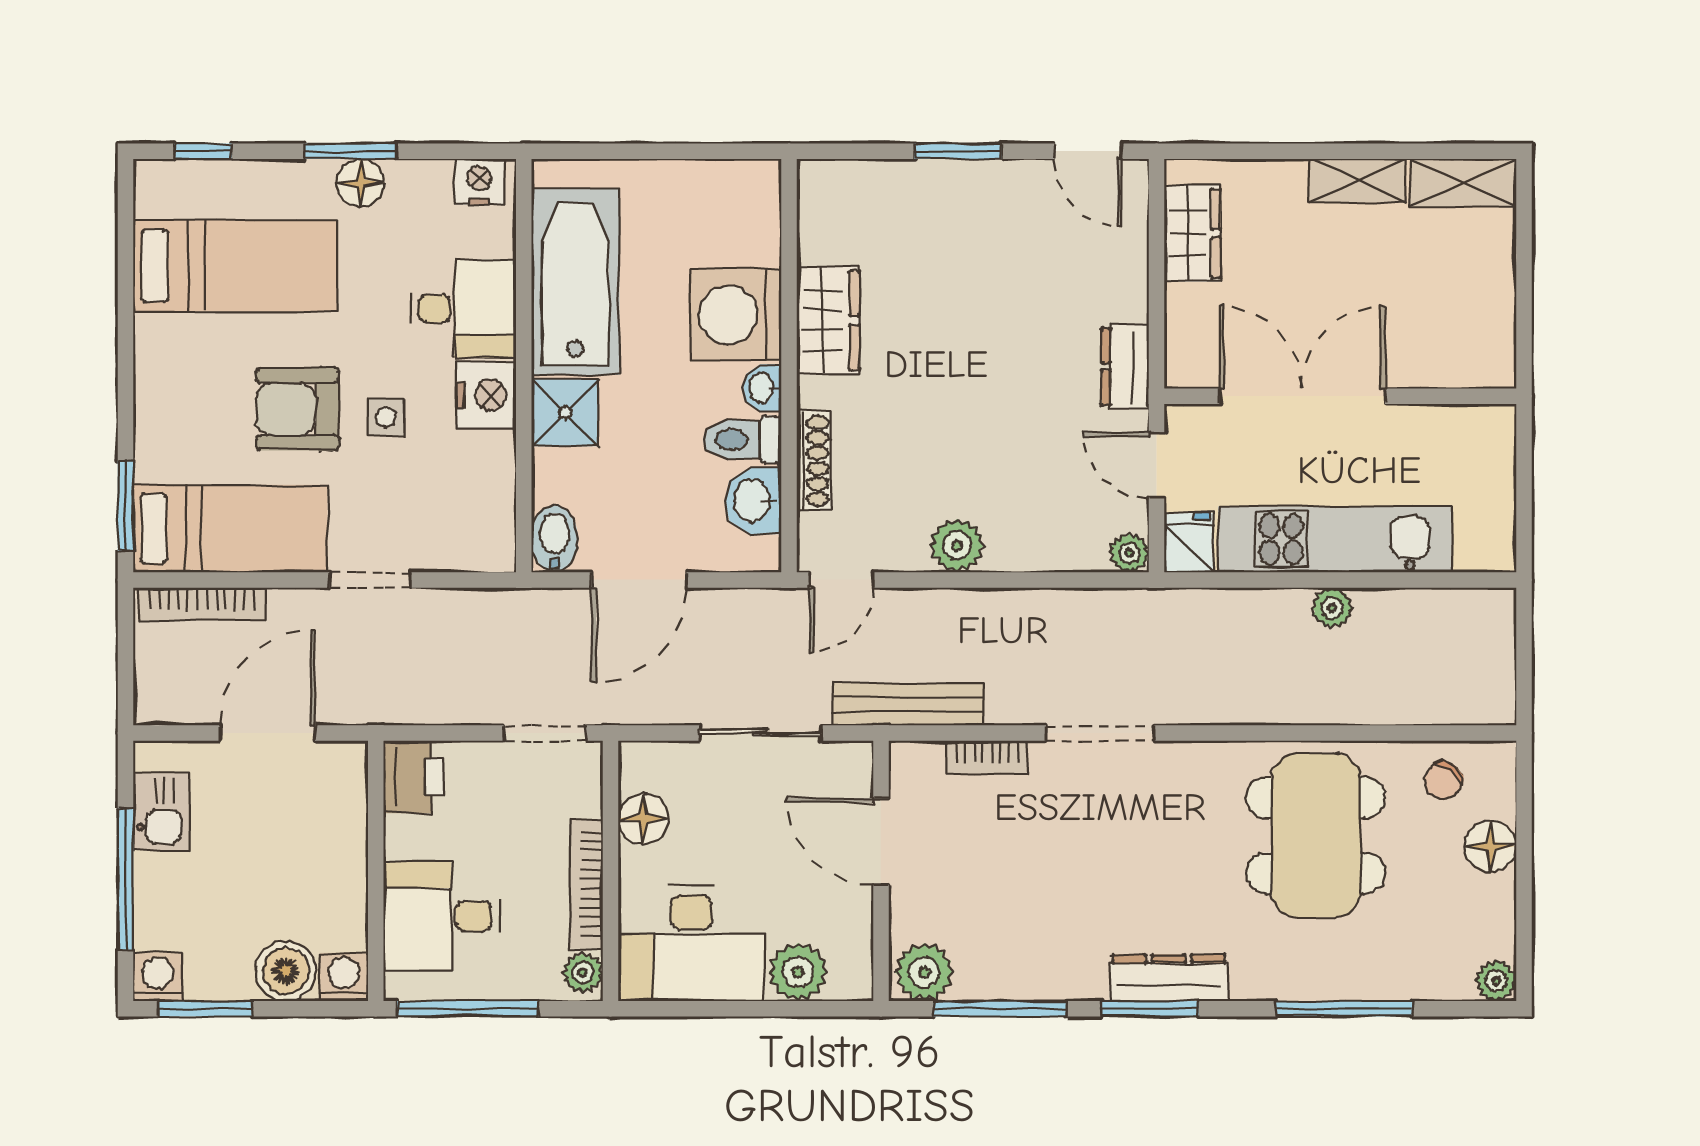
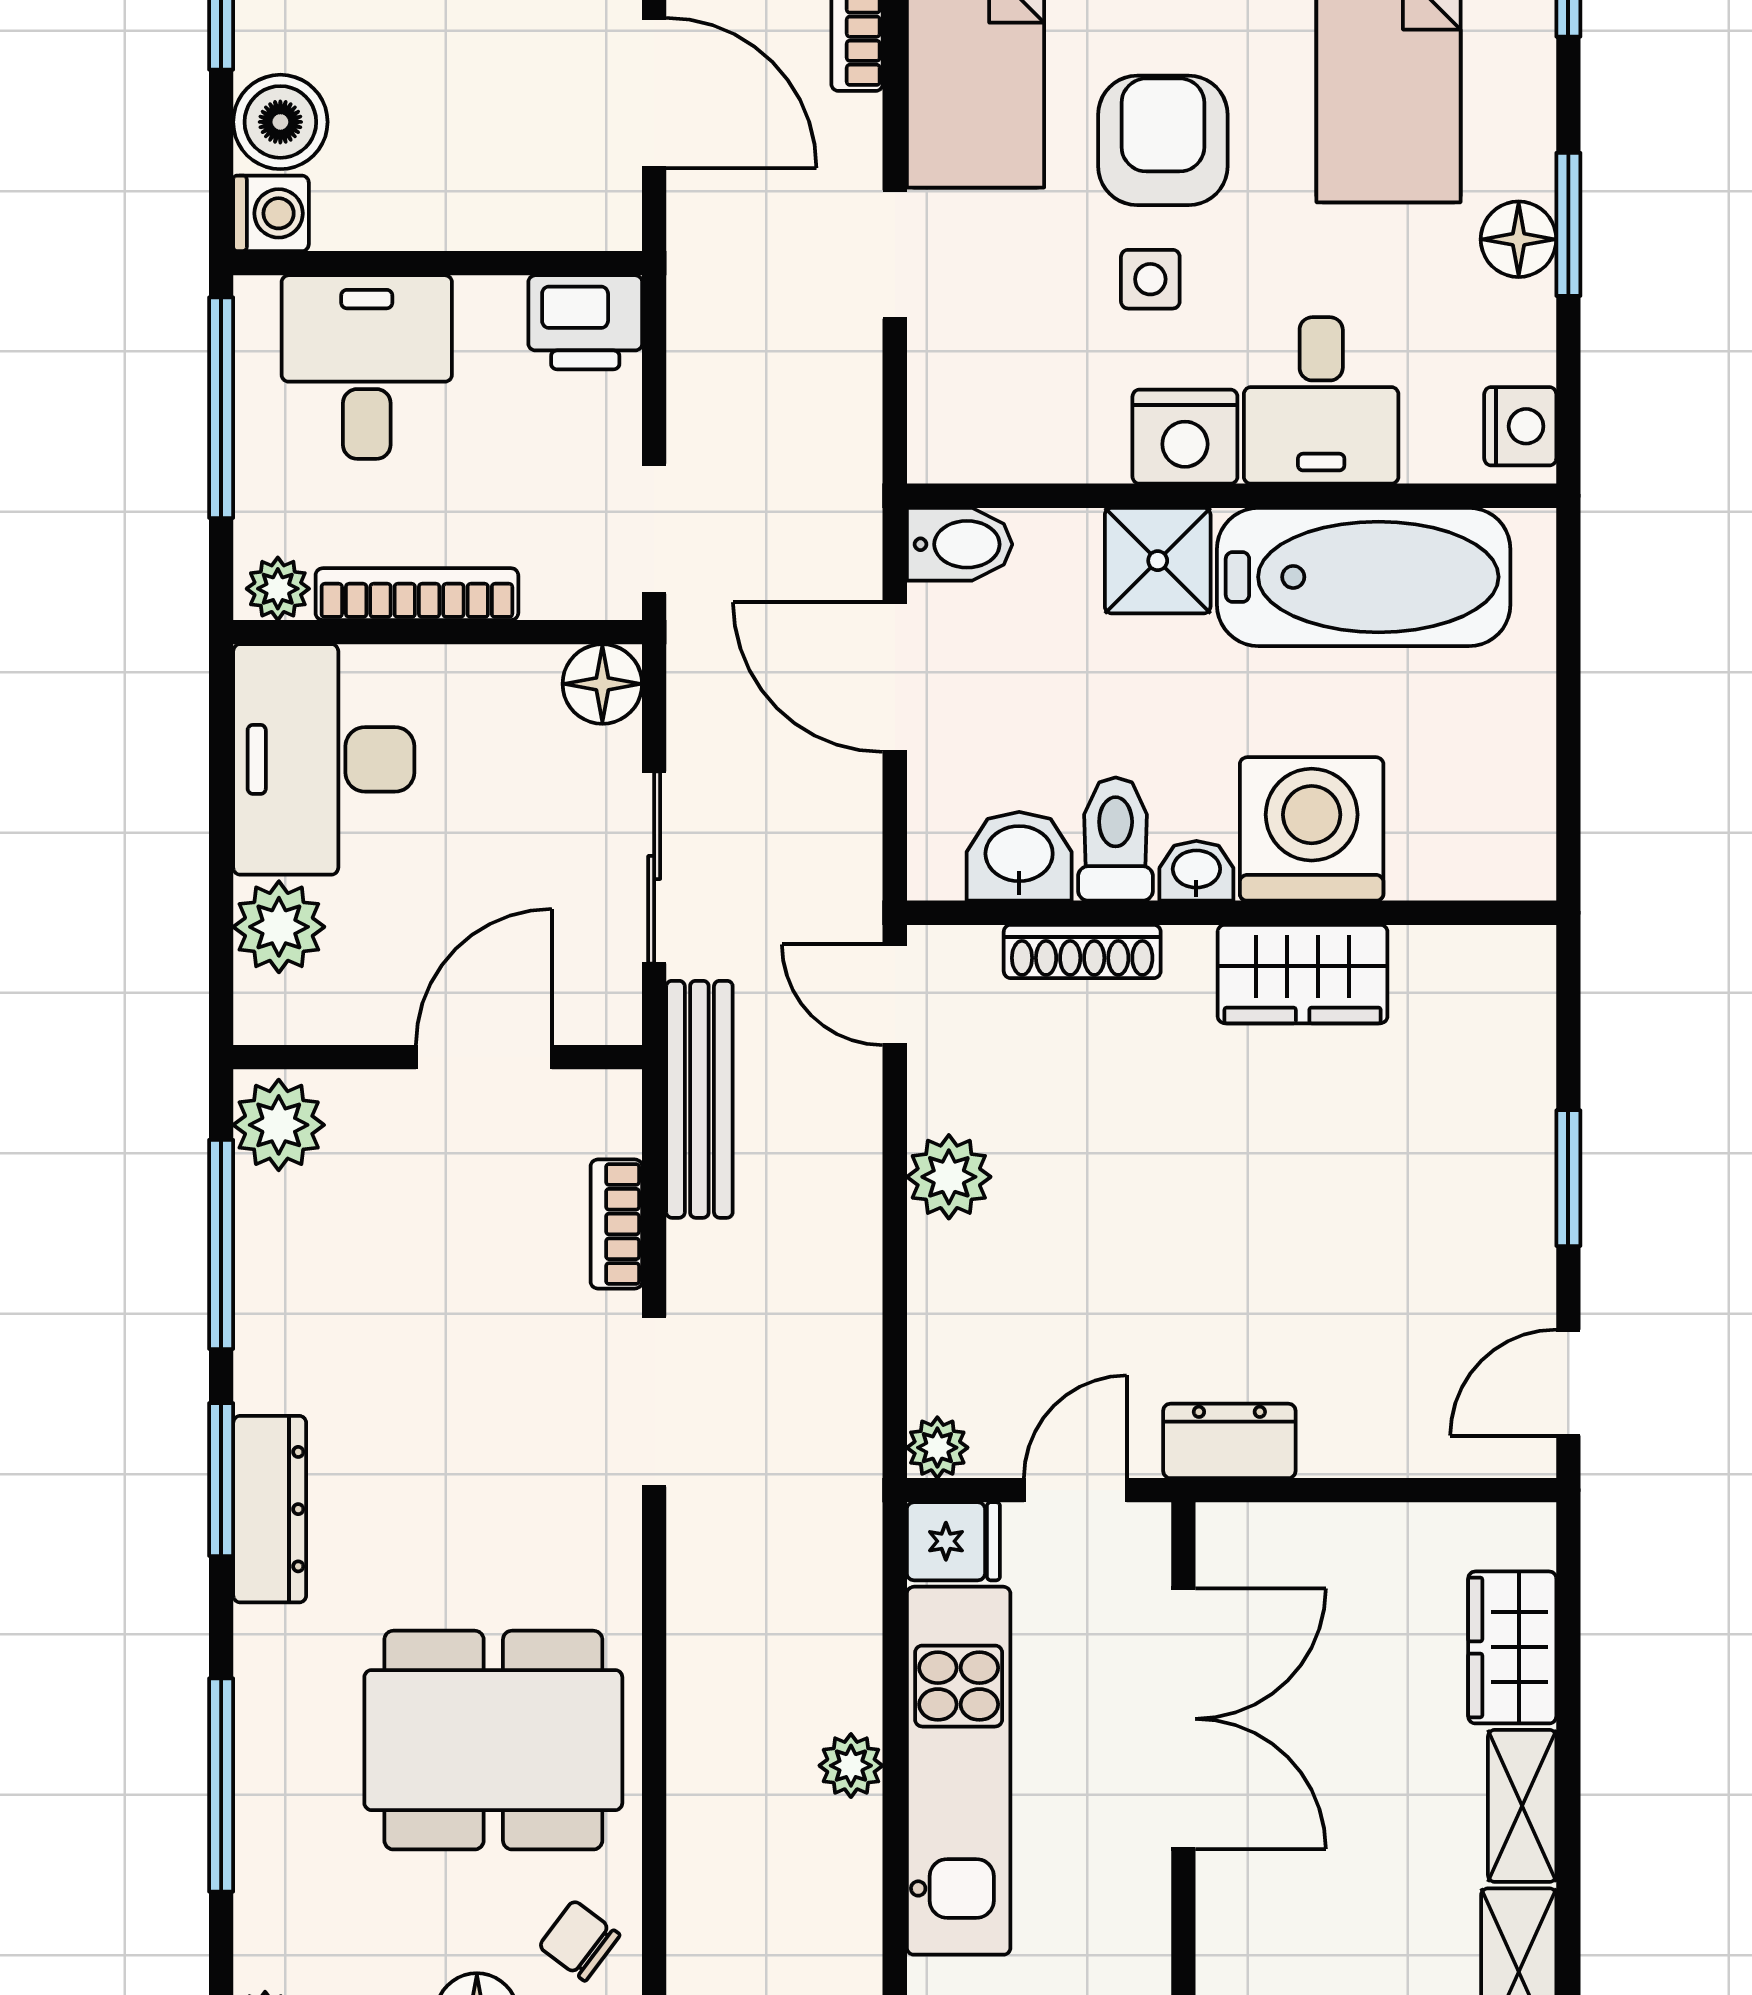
wardrobe: (1192, 233) -> (1512, 1647), moved, turned 90
floor lamp: (643, 819) -> (602, 684), moved

